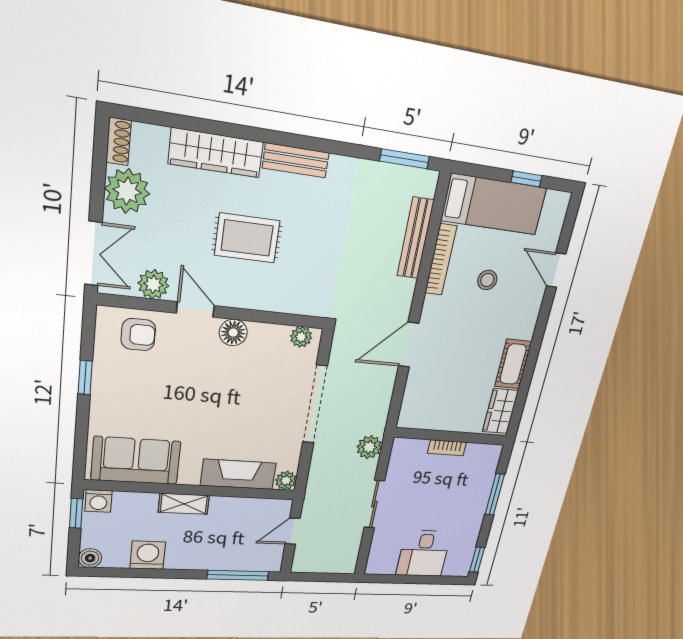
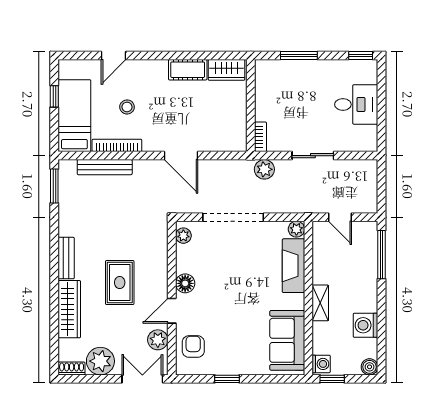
bookcase: (447, 448) -> (260, 137), moved

